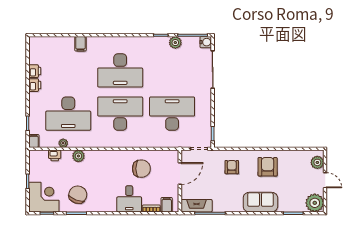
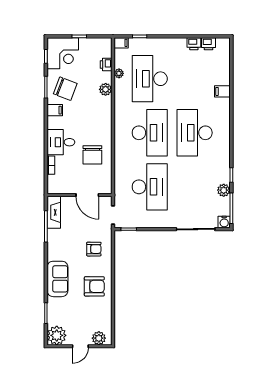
printer: (35, 85) -> (208, 44), moved
filing cabinet: (167, 205) -> (55, 110), moved

